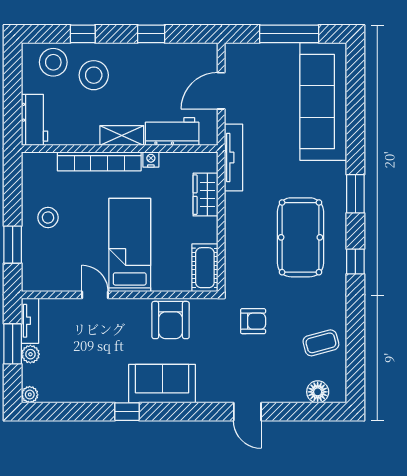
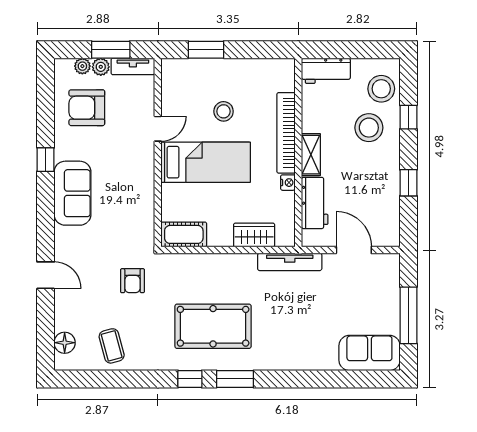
sofa: (323, 102) -> (369, 353), width x0.54, depth x0.79
window: (355, 194) -> (235, 379), moved
stool: (48, 218) -> (224, 111), moved
armchair: (171, 320) -> (87, 108), moved
plant: (30, 395) -> (82, 66), moved
door: (247, 412) -> (46, 275), swing flipped

